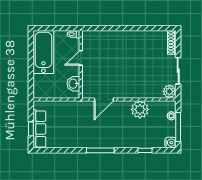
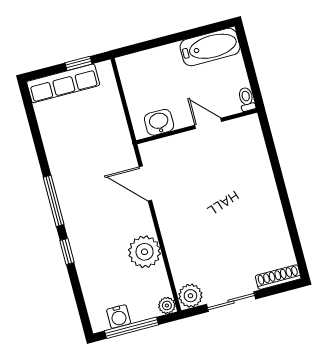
bathtub: (43, 52) -> (210, 47), width x0.73, depth x0.73
plant: (171, 116) -> (167, 305), moved
window: (31, 129) -> (78, 63), moved
water cooler: (170, 143) -> (119, 317), moved
window: (145, 150) -> (67, 252), moved

